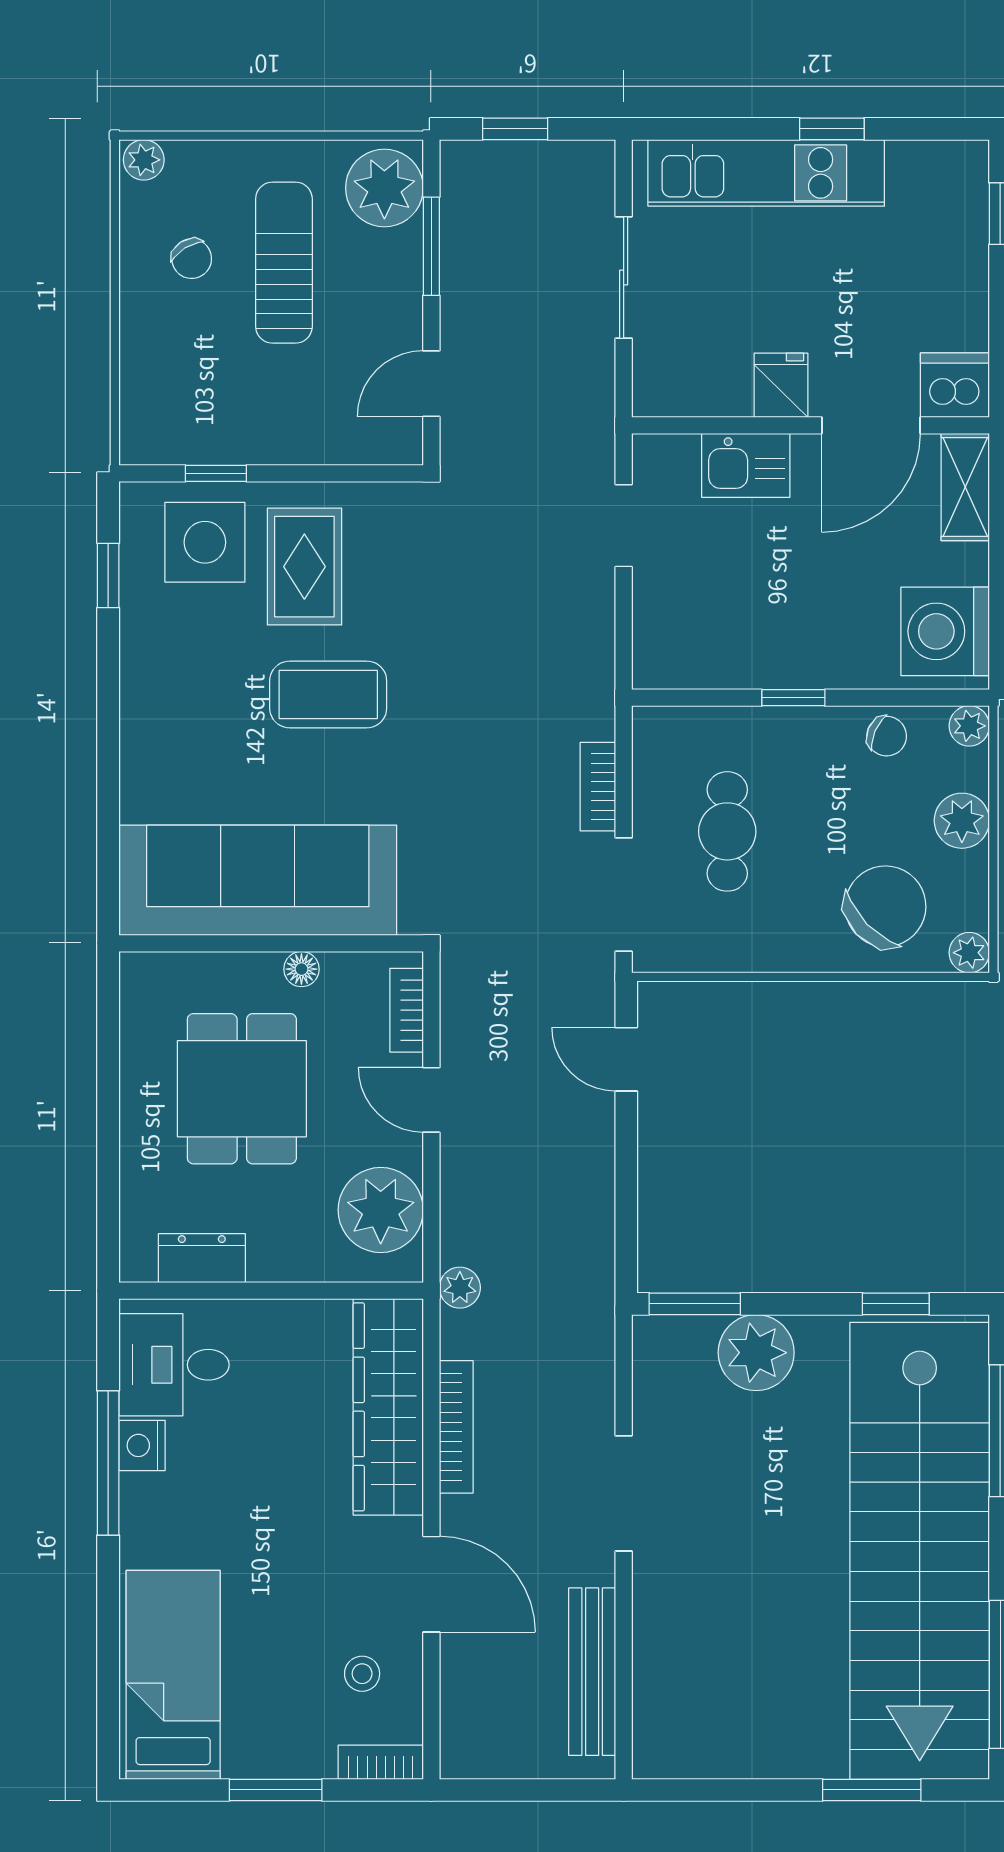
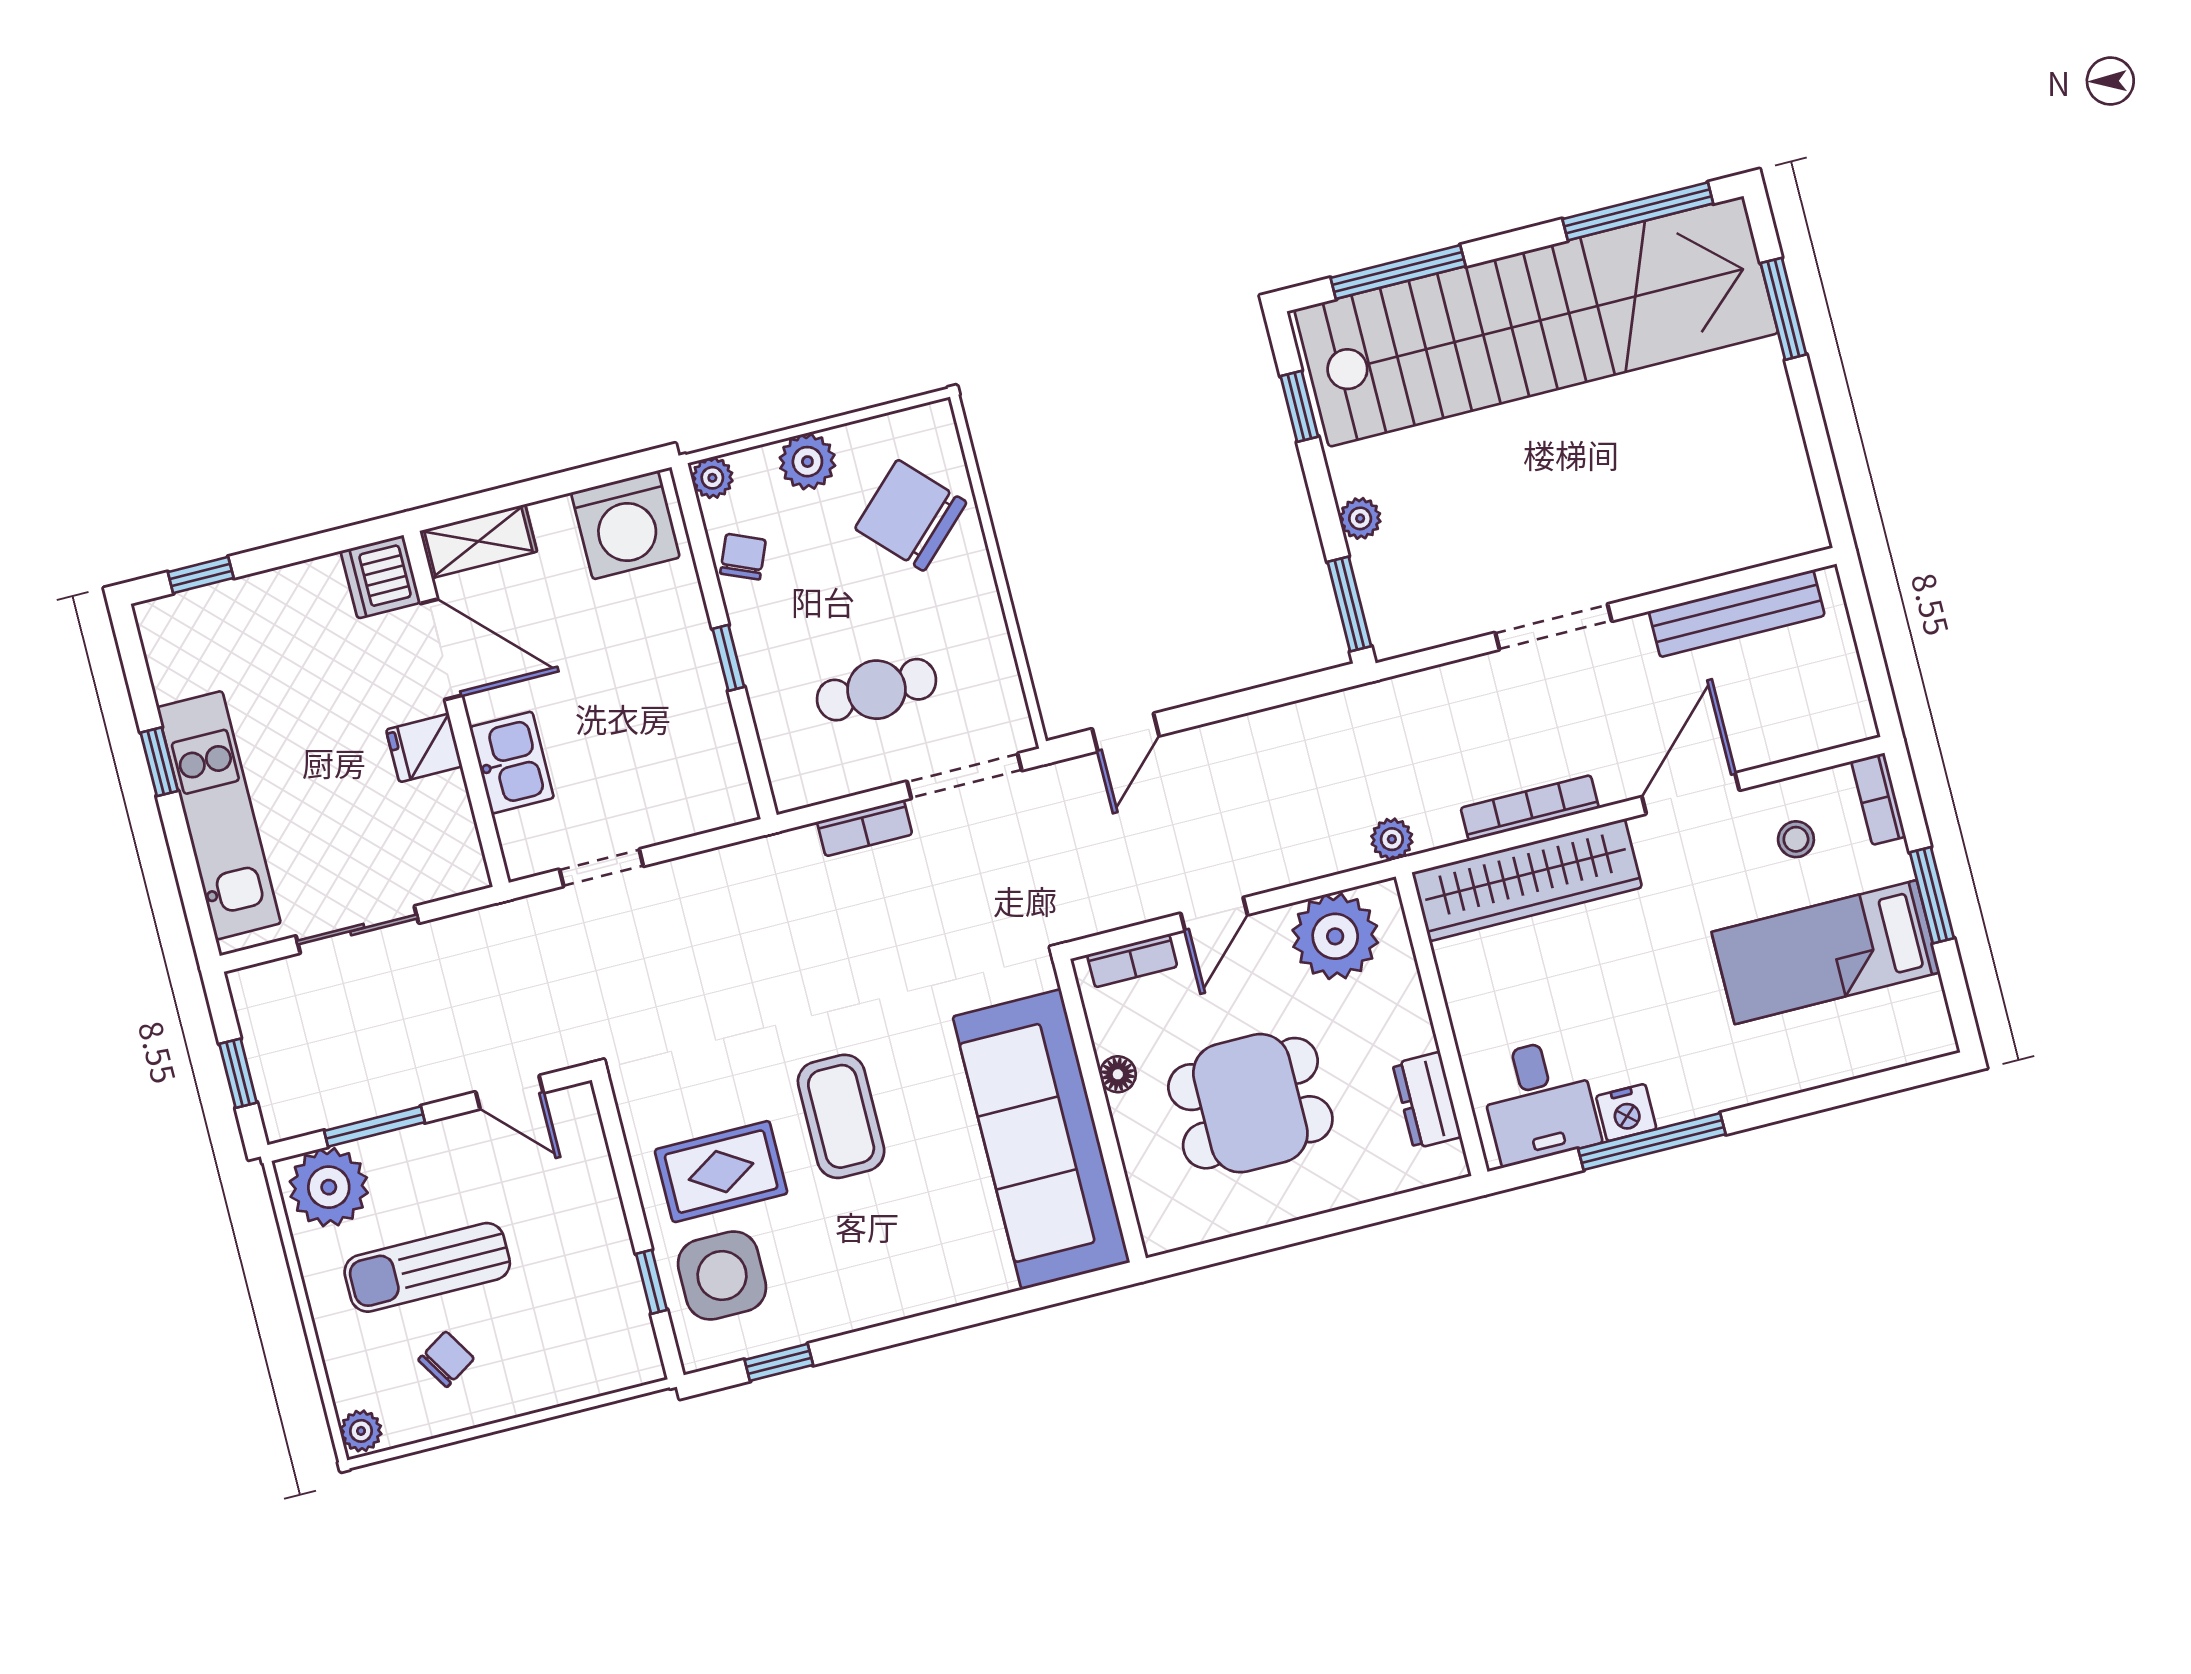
plant: (969, 953) -> (935, 421), removed
plant: (756, 1353) -> (1360, 518), width x0.53, depth x0.53
bed: (173, 1675) -> (1826, 952), moved

